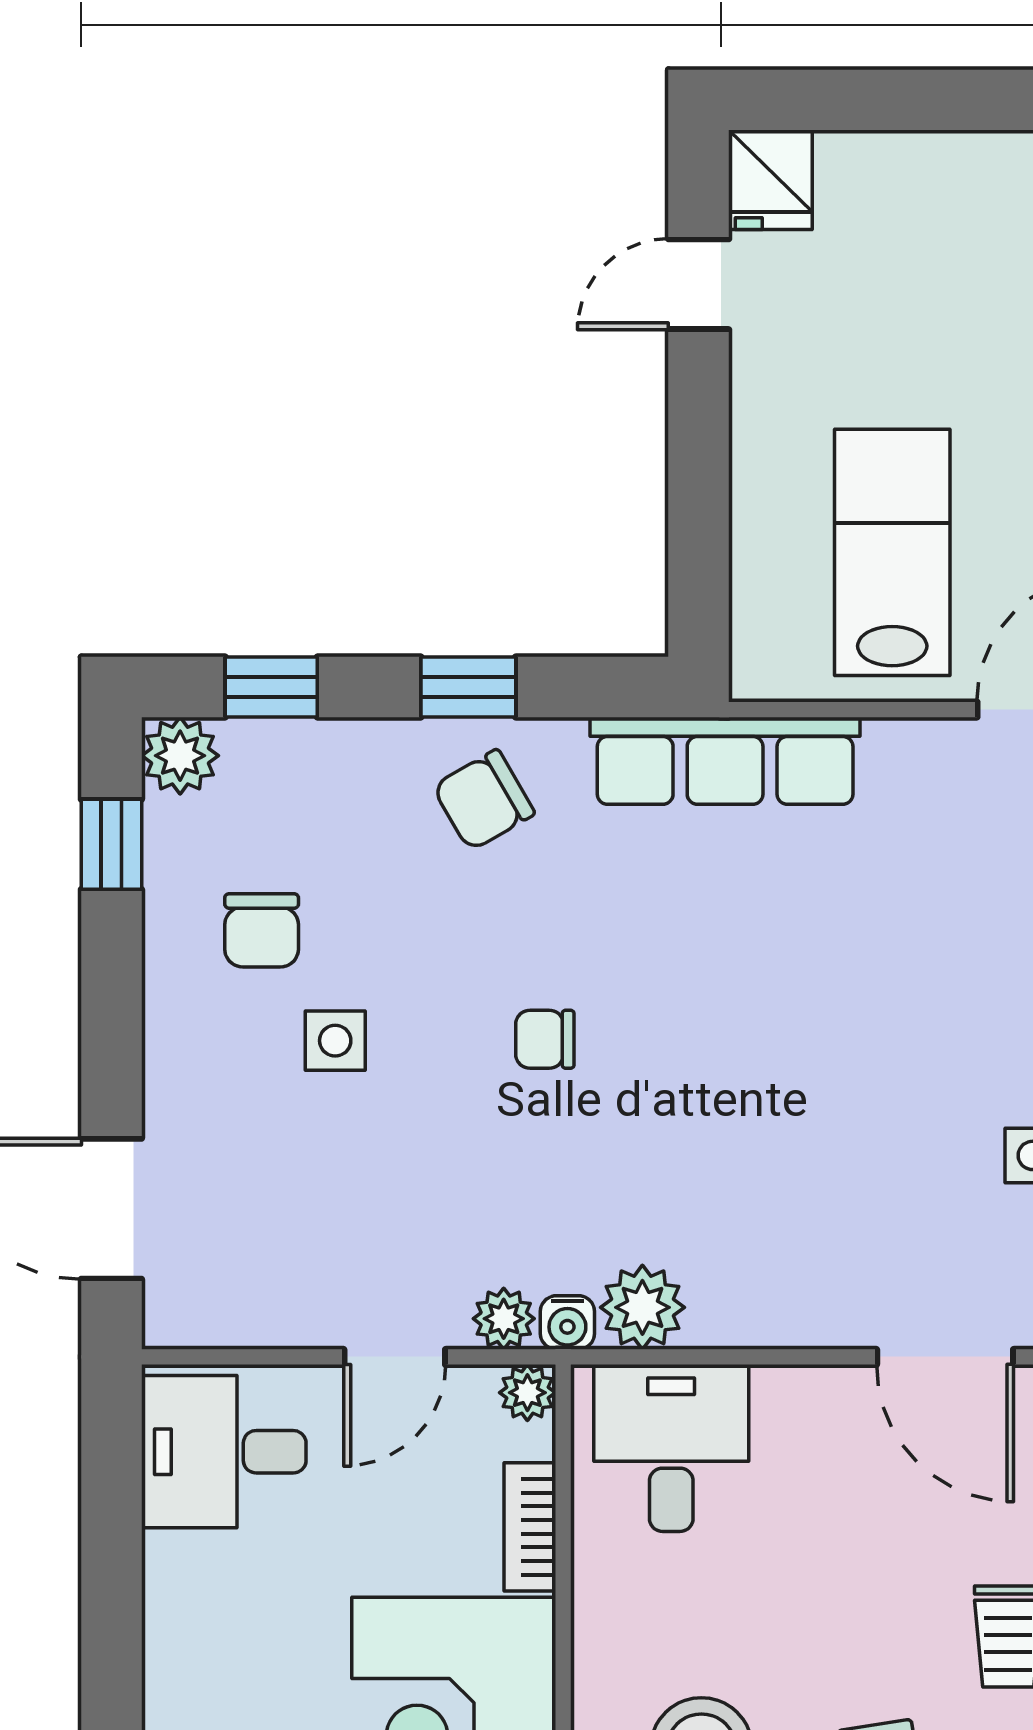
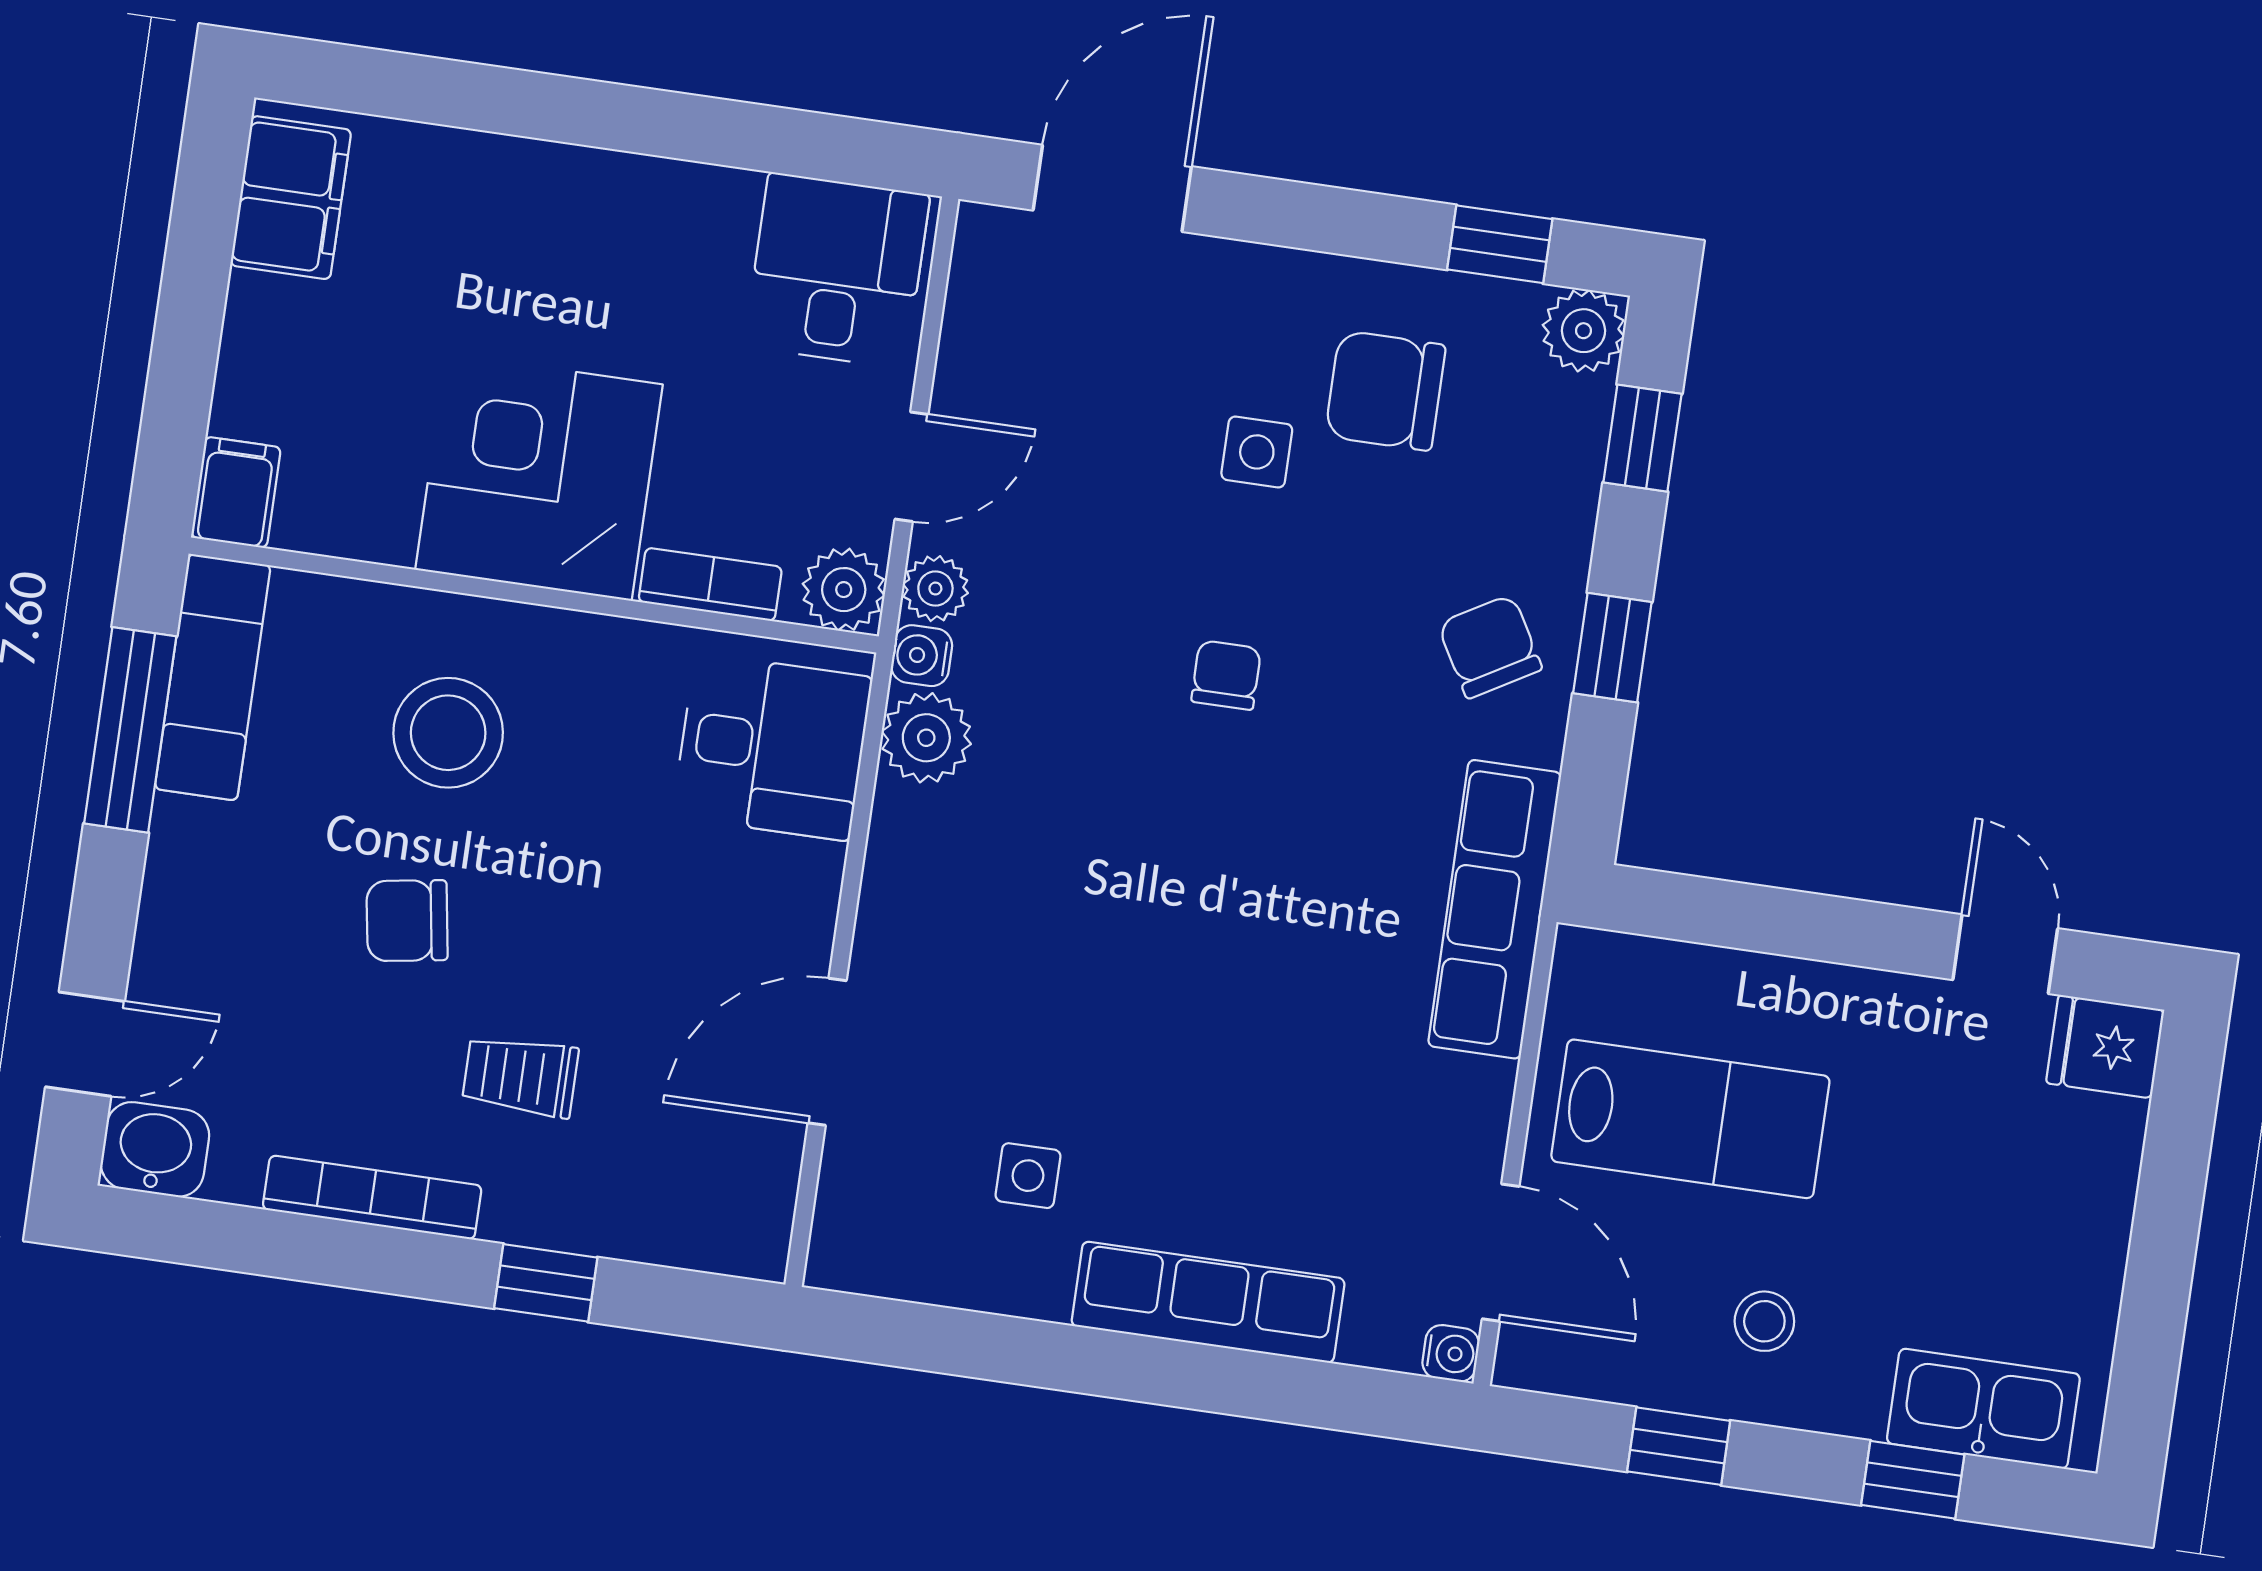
chair: (262, 930) -> (1385, 391), width x1.37, depth x1.37
door: (395, 1357) -> (911, 467), swing flipped
plant: (527, 1393) -> (844, 590), width x1.38, depth x1.38

